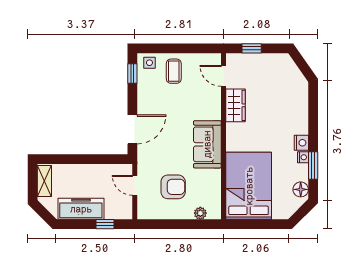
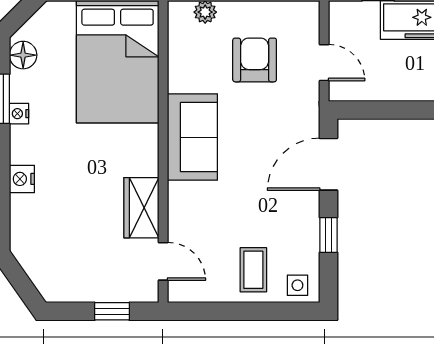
window: (132, 74) -> (328, 235), moved
nightstand: (301, 143) -> (22, 179), moved
armchair: (173, 187) -> (255, 60), turned 90

